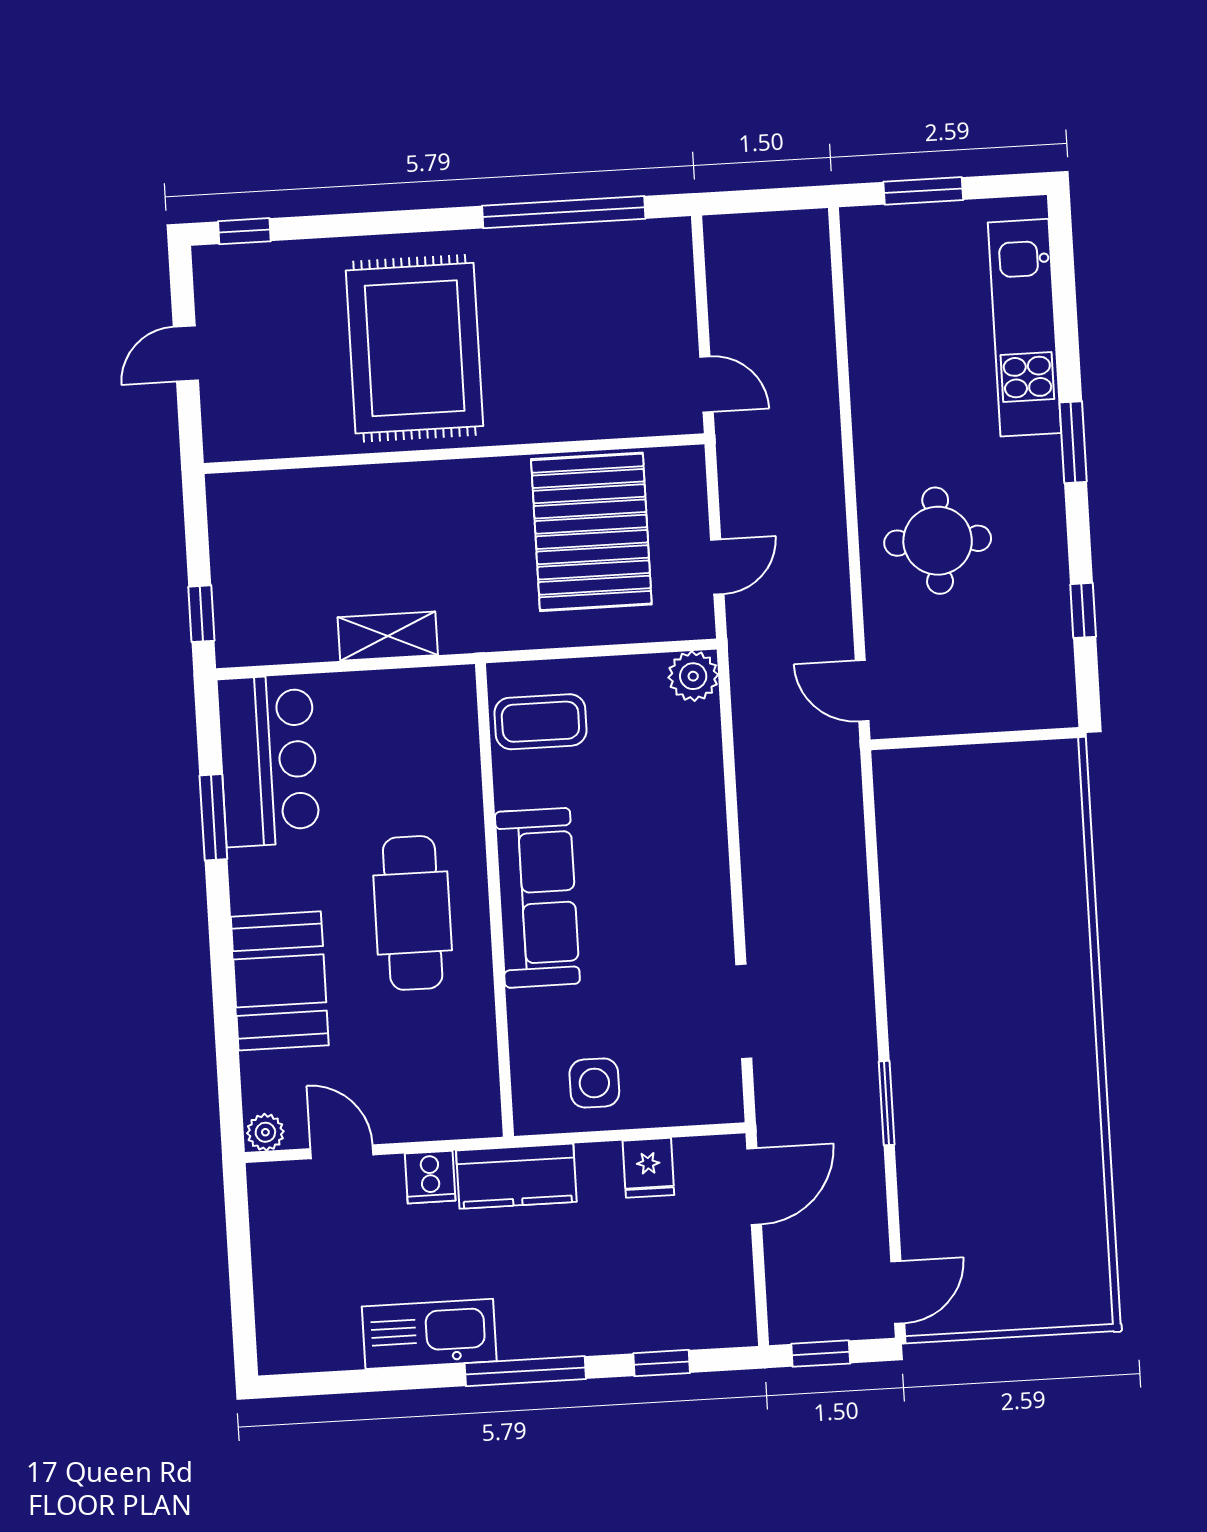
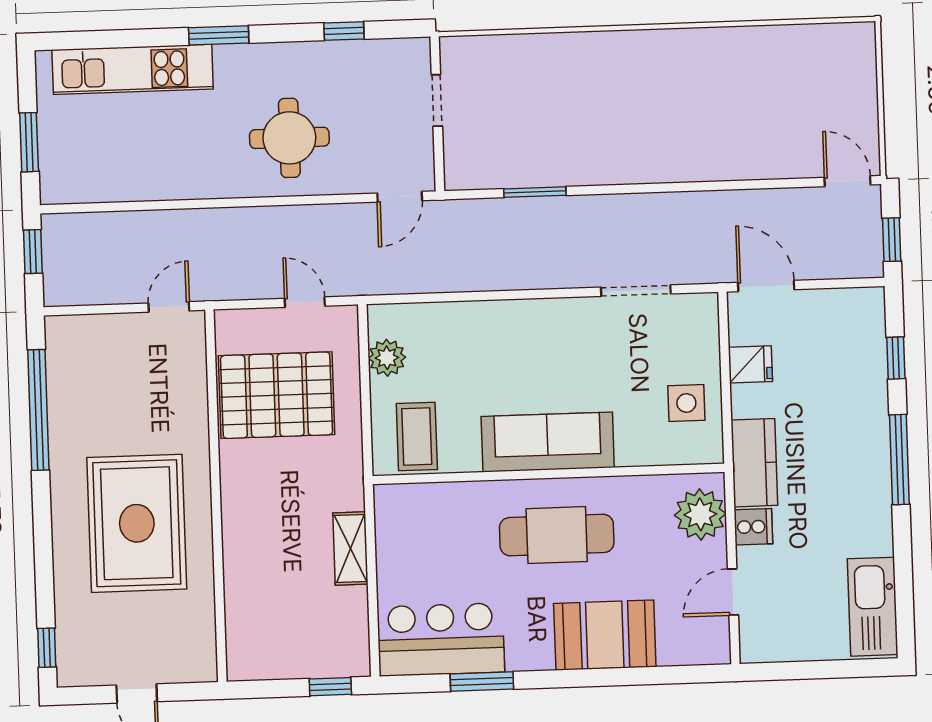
window: (776, 200) -> (33, 252), added
rug: (415, 348) -> (137, 523), turned 90
plant: (693, 676) -> (387, 358), moved
doorway: (993, 738) -> (437, 101), added
window: (887, 1103) -> (535, 192), moved
plant: (265, 1132) -> (700, 514), moved, width x1.87, depth x1.87
kitchen sink: (429, 1334) -> (873, 607), moved

